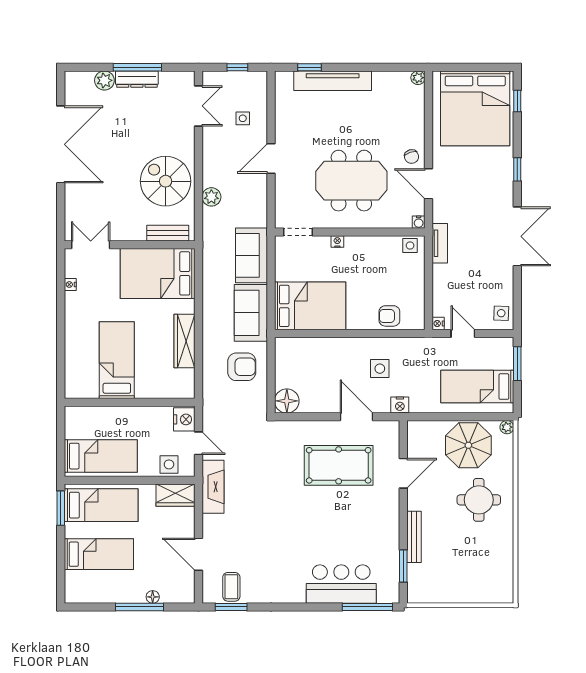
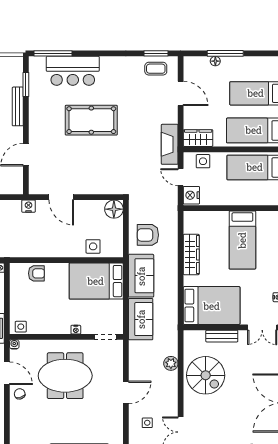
bench: (168, 233) -> (222, 336), moved
side table: (380, 369) -> (93, 246), moved
pool table: (339, 465) -> (91, 120), moved
coffee table: (231, 587) -> (156, 69), turned 90

